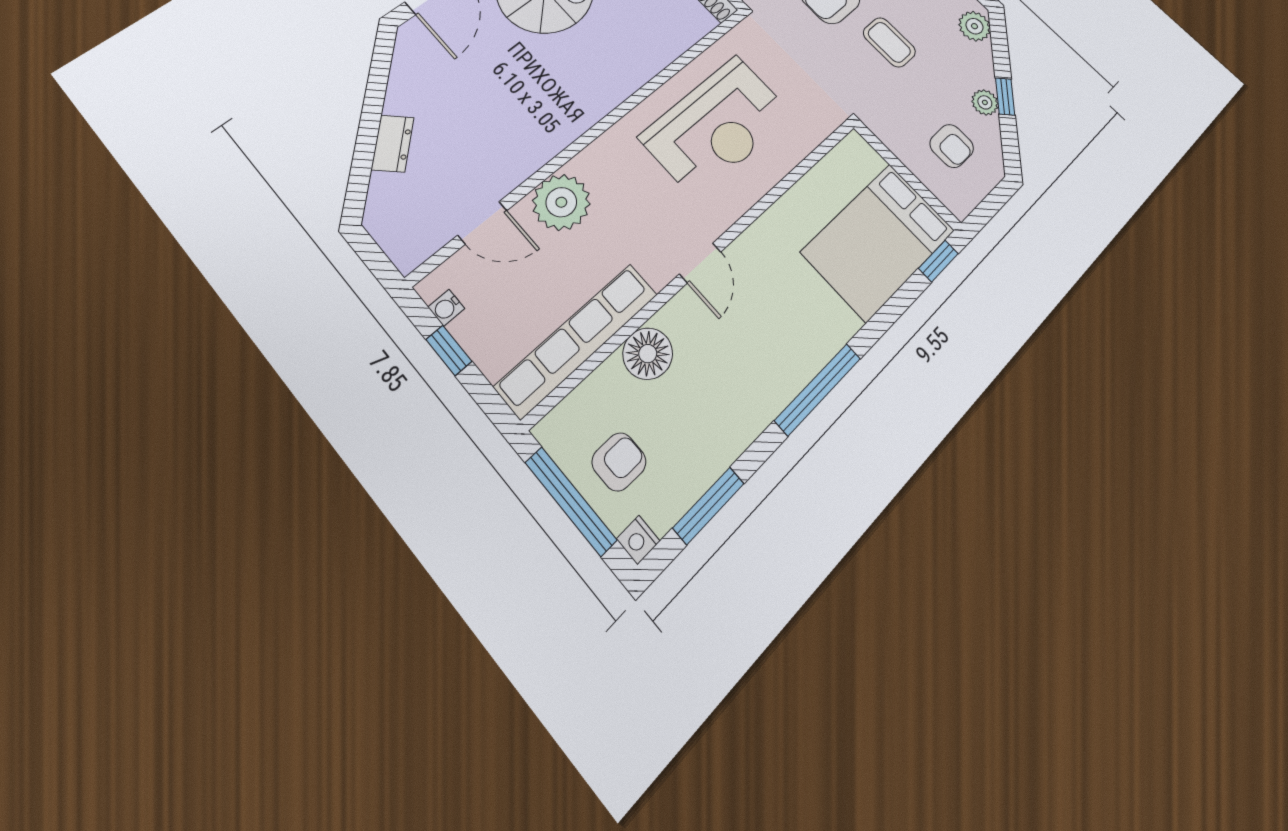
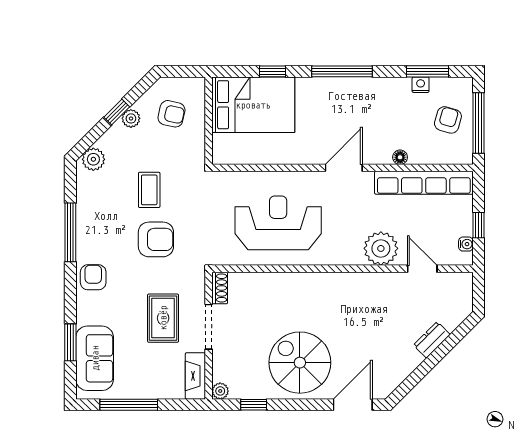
armchair: (952, 146) -> (171, 114), turned 103
window: (938, 261) -> (273, 71), moved
door: (700, 263) -> (344, 168), width x1.38
floor lamp: (648, 354) -> (400, 157), width x0.53, depth x0.53
armchair: (619, 462) -> (448, 120), turned 106
nightstand: (638, 540) -> (421, 85), moved, turned -90

